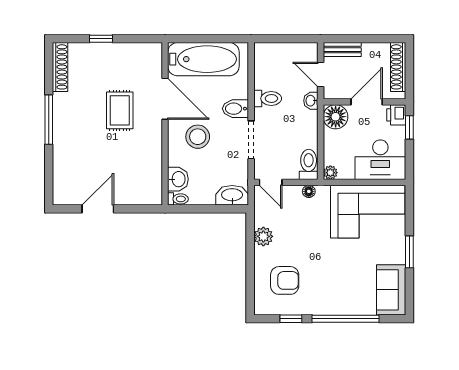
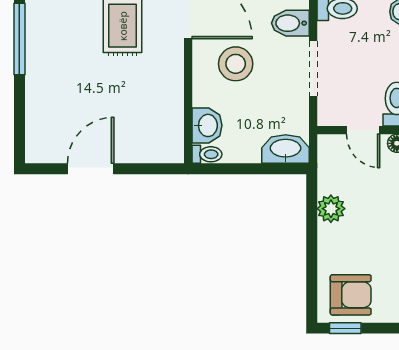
door: (271, 182) -> (363, 130), moved
armchair: (285, 280) -> (351, 295), moved
window: (291, 319) -> (345, 328), moved

